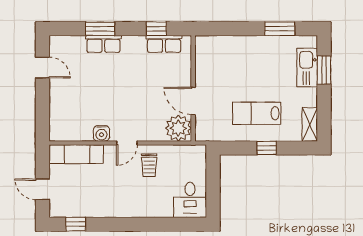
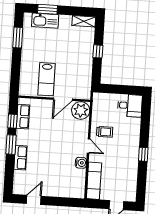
window: (100, 29) -> (11, 145), moved
lab bench: (257, 113) -> (46, 79), moved
window: (76, 224) -> (143, 154), moved

